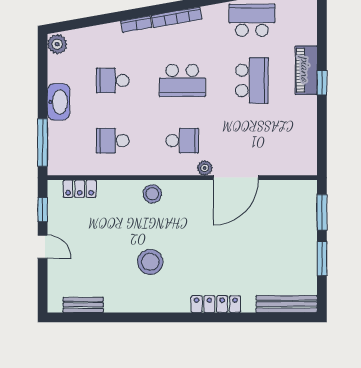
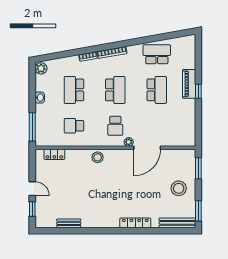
school desk: (113, 80) -> (74, 90), width x1.85
school desk: (182, 80) -> (115, 90), turned -90
washbasin: (58, 102) -> (40, 98), width x0.52, depth x0.69
school desk: (182, 141) -> (115, 126), turned 90
window: (43, 210) -> (32, 209), moved
window: (322, 258) -> (198, 211), moved
stool: (150, 262) -> (179, 188), moved
bench: (83, 305) -> (69, 223), moved

